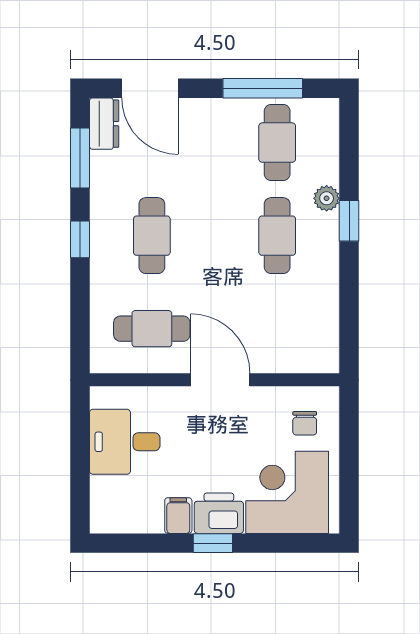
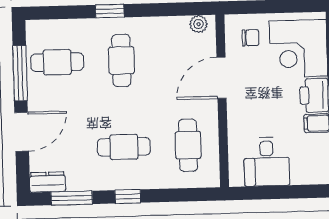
door: (150, 88) -> (22, 132), moved
plant: (327, 198) -> (199, 24), moved
cafe table: (277, 236) -> (121, 60), turned 90
door: (220, 380) -> (221, 78), moved

